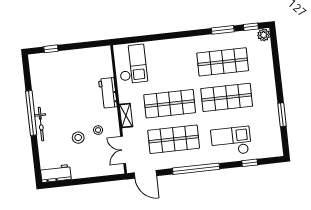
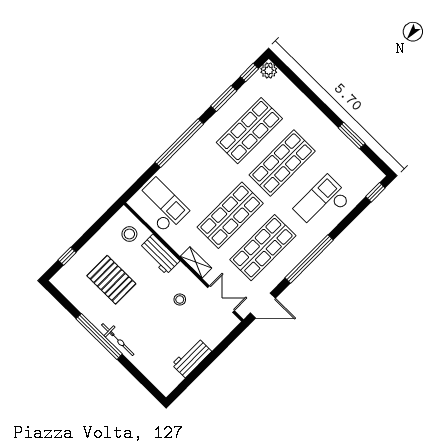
window: (174, 35) -> (179, 143), added
pallet: (66, 85) -> (111, 280), added
stool: (78, 138) -> (129, 234), moved
double door: (123, 150) -> (221, 299), swing flipped
window: (250, 163) -> (375, 192), moved
workbench: (56, 173) -> (192, 358), moved

